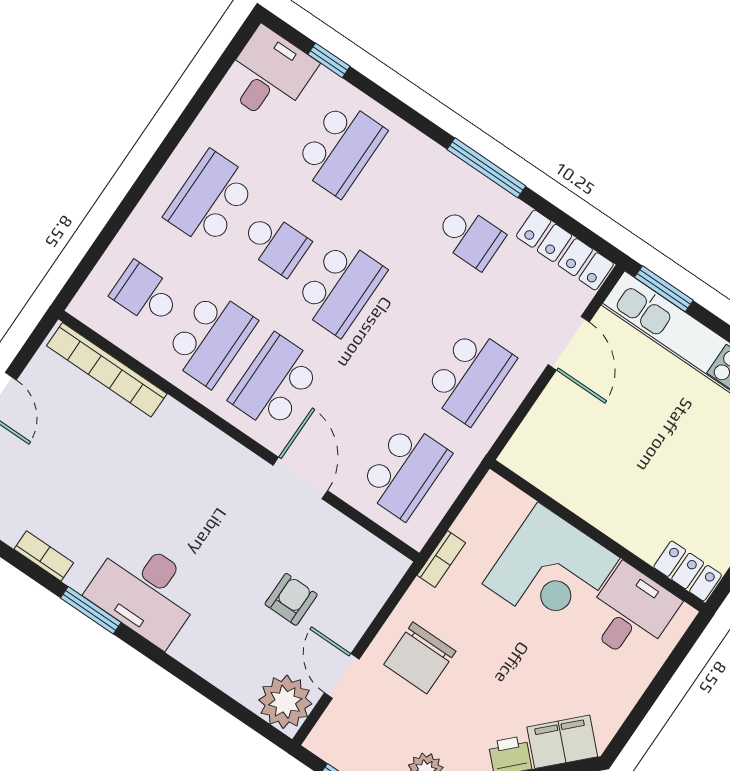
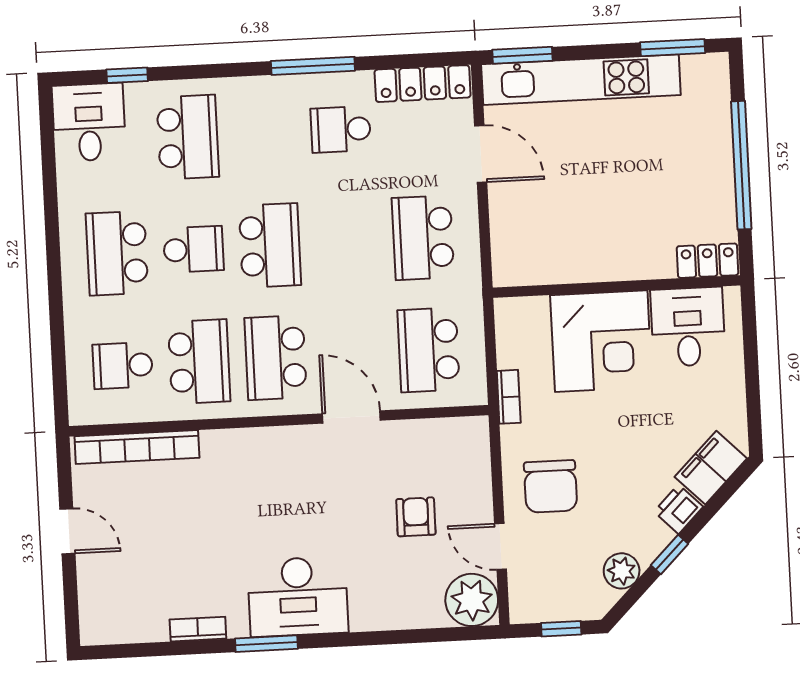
school desk: (470, 237) -> (341, 129), turned 180
school desk: (470, 376) -> (423, 238), turned 180
school desk: (405, 471) -> (429, 350), turned 180

